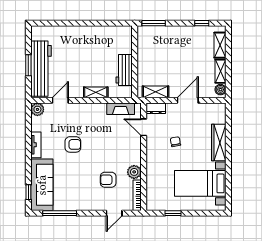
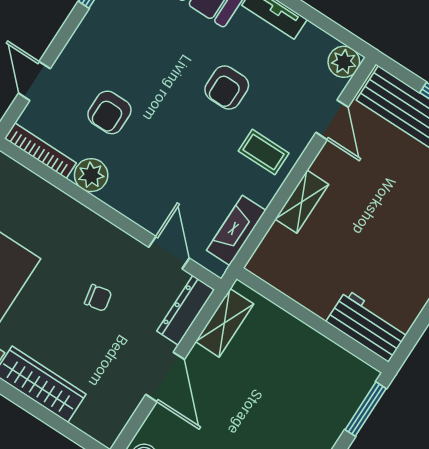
workbench: (124, 70) -> (368, 326), moved
dresser: (156, 108) -> (186, 310), width x1.44
coffee table: (87, 117) -> (264, 152), added
door: (144, 127) -> (169, 253), hinge flipped
armchair: (108, 180) -> (109, 112), turned 180

